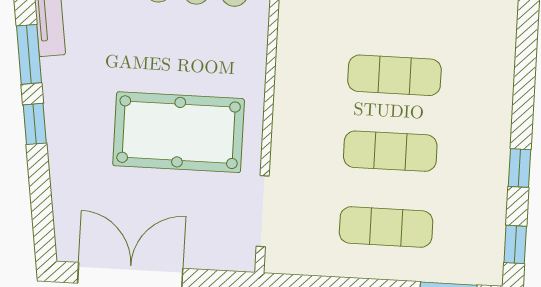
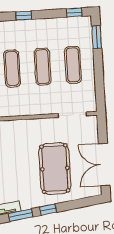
pool table: (179, 132) -> (55, 169), moved
window: (520, 168) -> (24, 15), moved

